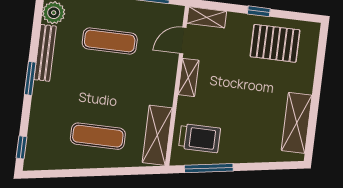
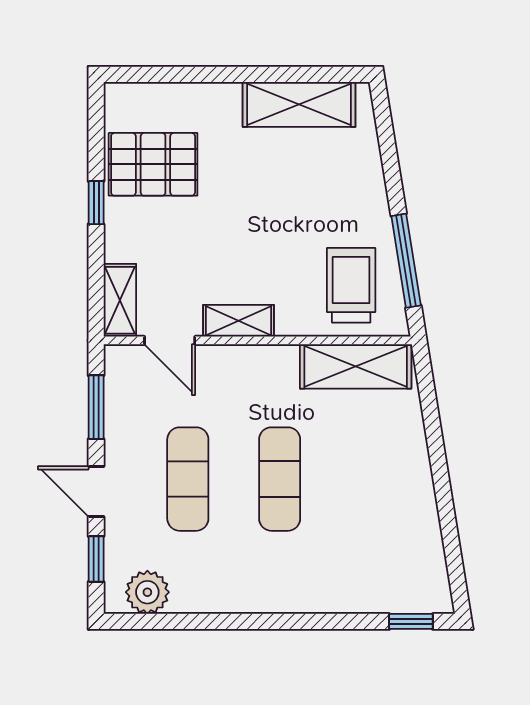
pallet: (275, 43) -> (153, 164), turned 90
bench: (45, 53) -> (226, 599), removed
window: (30, 78) -> (278, 621), removed
exercise mat: (98, 136) -> (280, 479), moved

